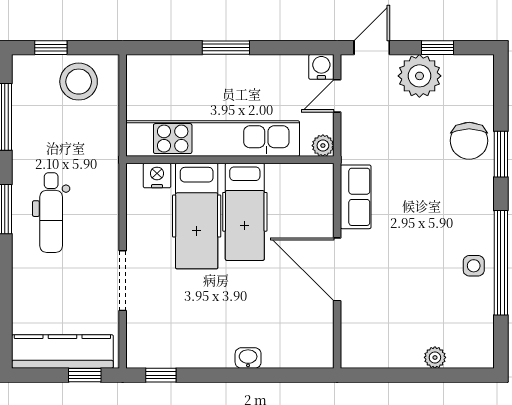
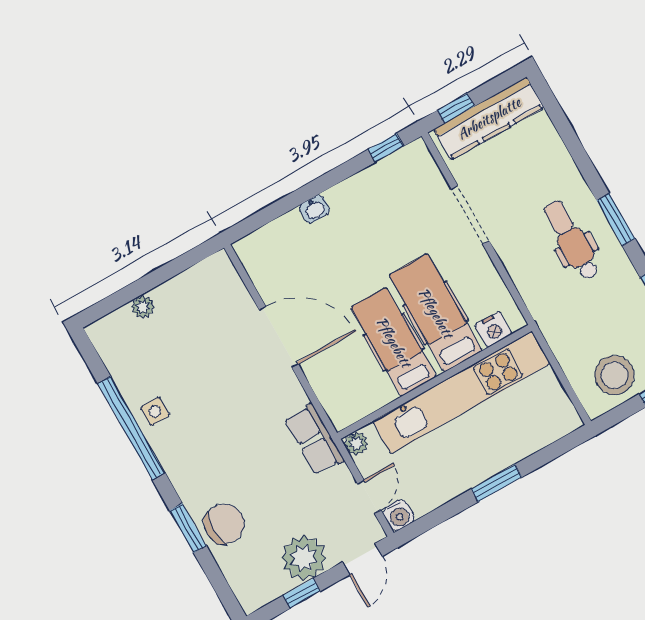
chair: (469, 141) -> (224, 524), turned 90
row of seats: (356, 197) -> (314, 439), moved

